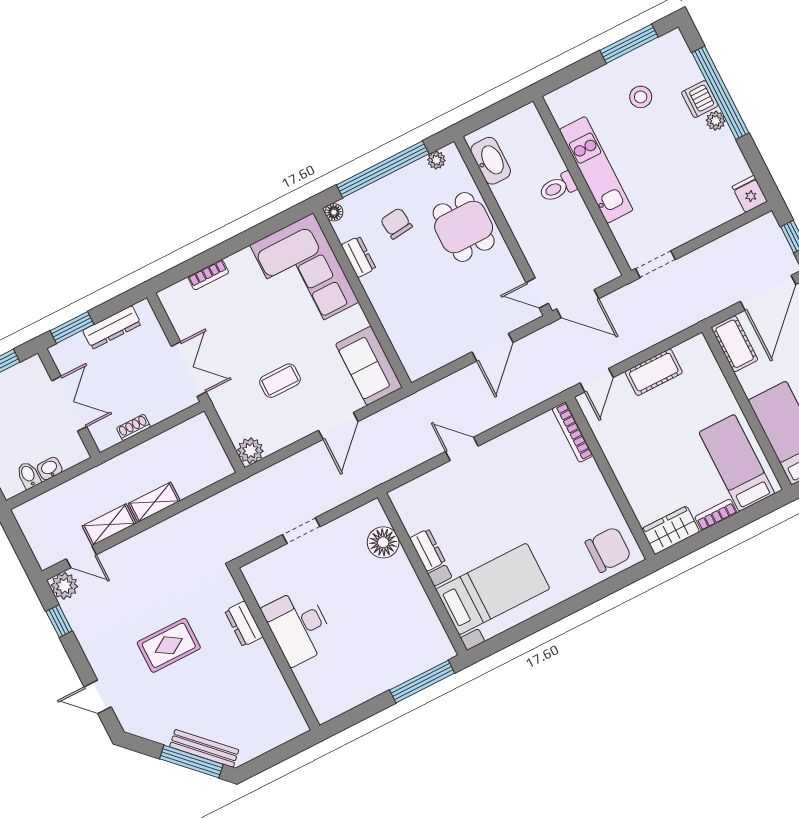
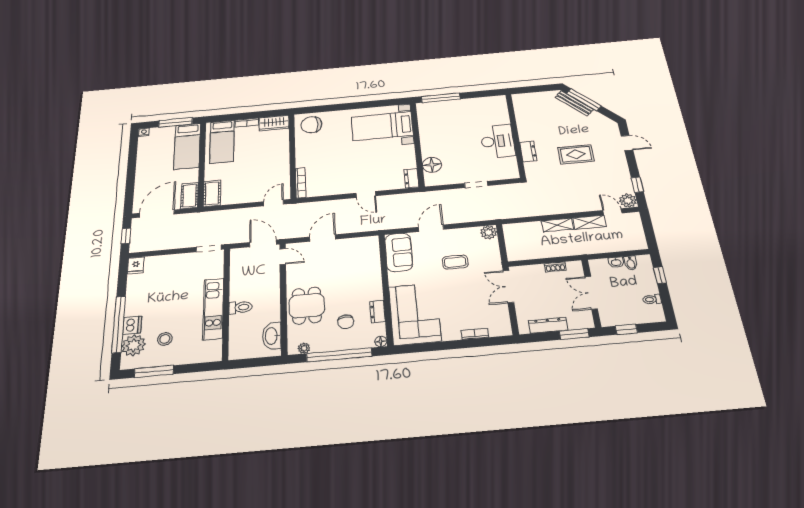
plant: (716, 121) -> (134, 345), moved, width x1.87, depth x1.87
cot: (654, 372) -> (212, 193), moved, turned 90
dresser: (428, 550) -> (411, 178), moved

